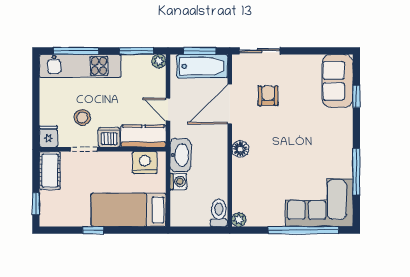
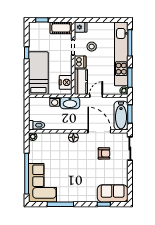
kitchen unit: (80, 66) -> (121, 54), width x1.36

